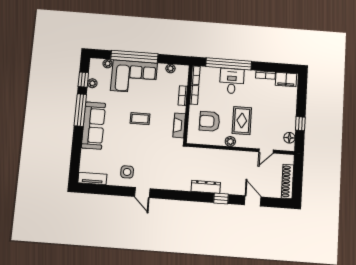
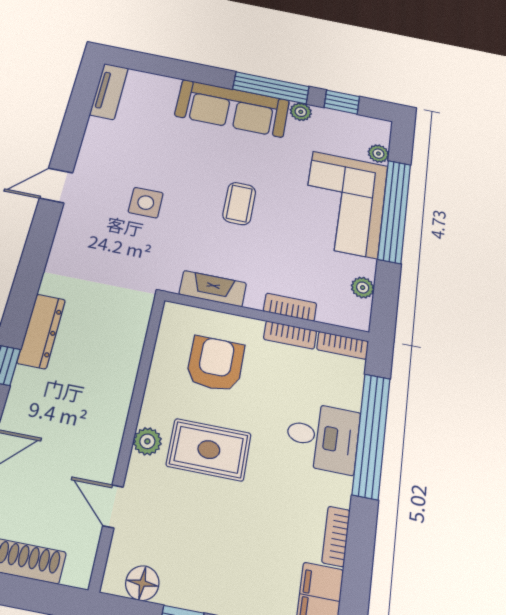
plant: (92, 83) -> (301, 112), moved
plant: (230, 141) -> (147, 441), moved
side table: (127, 172) -> (146, 203), moved

